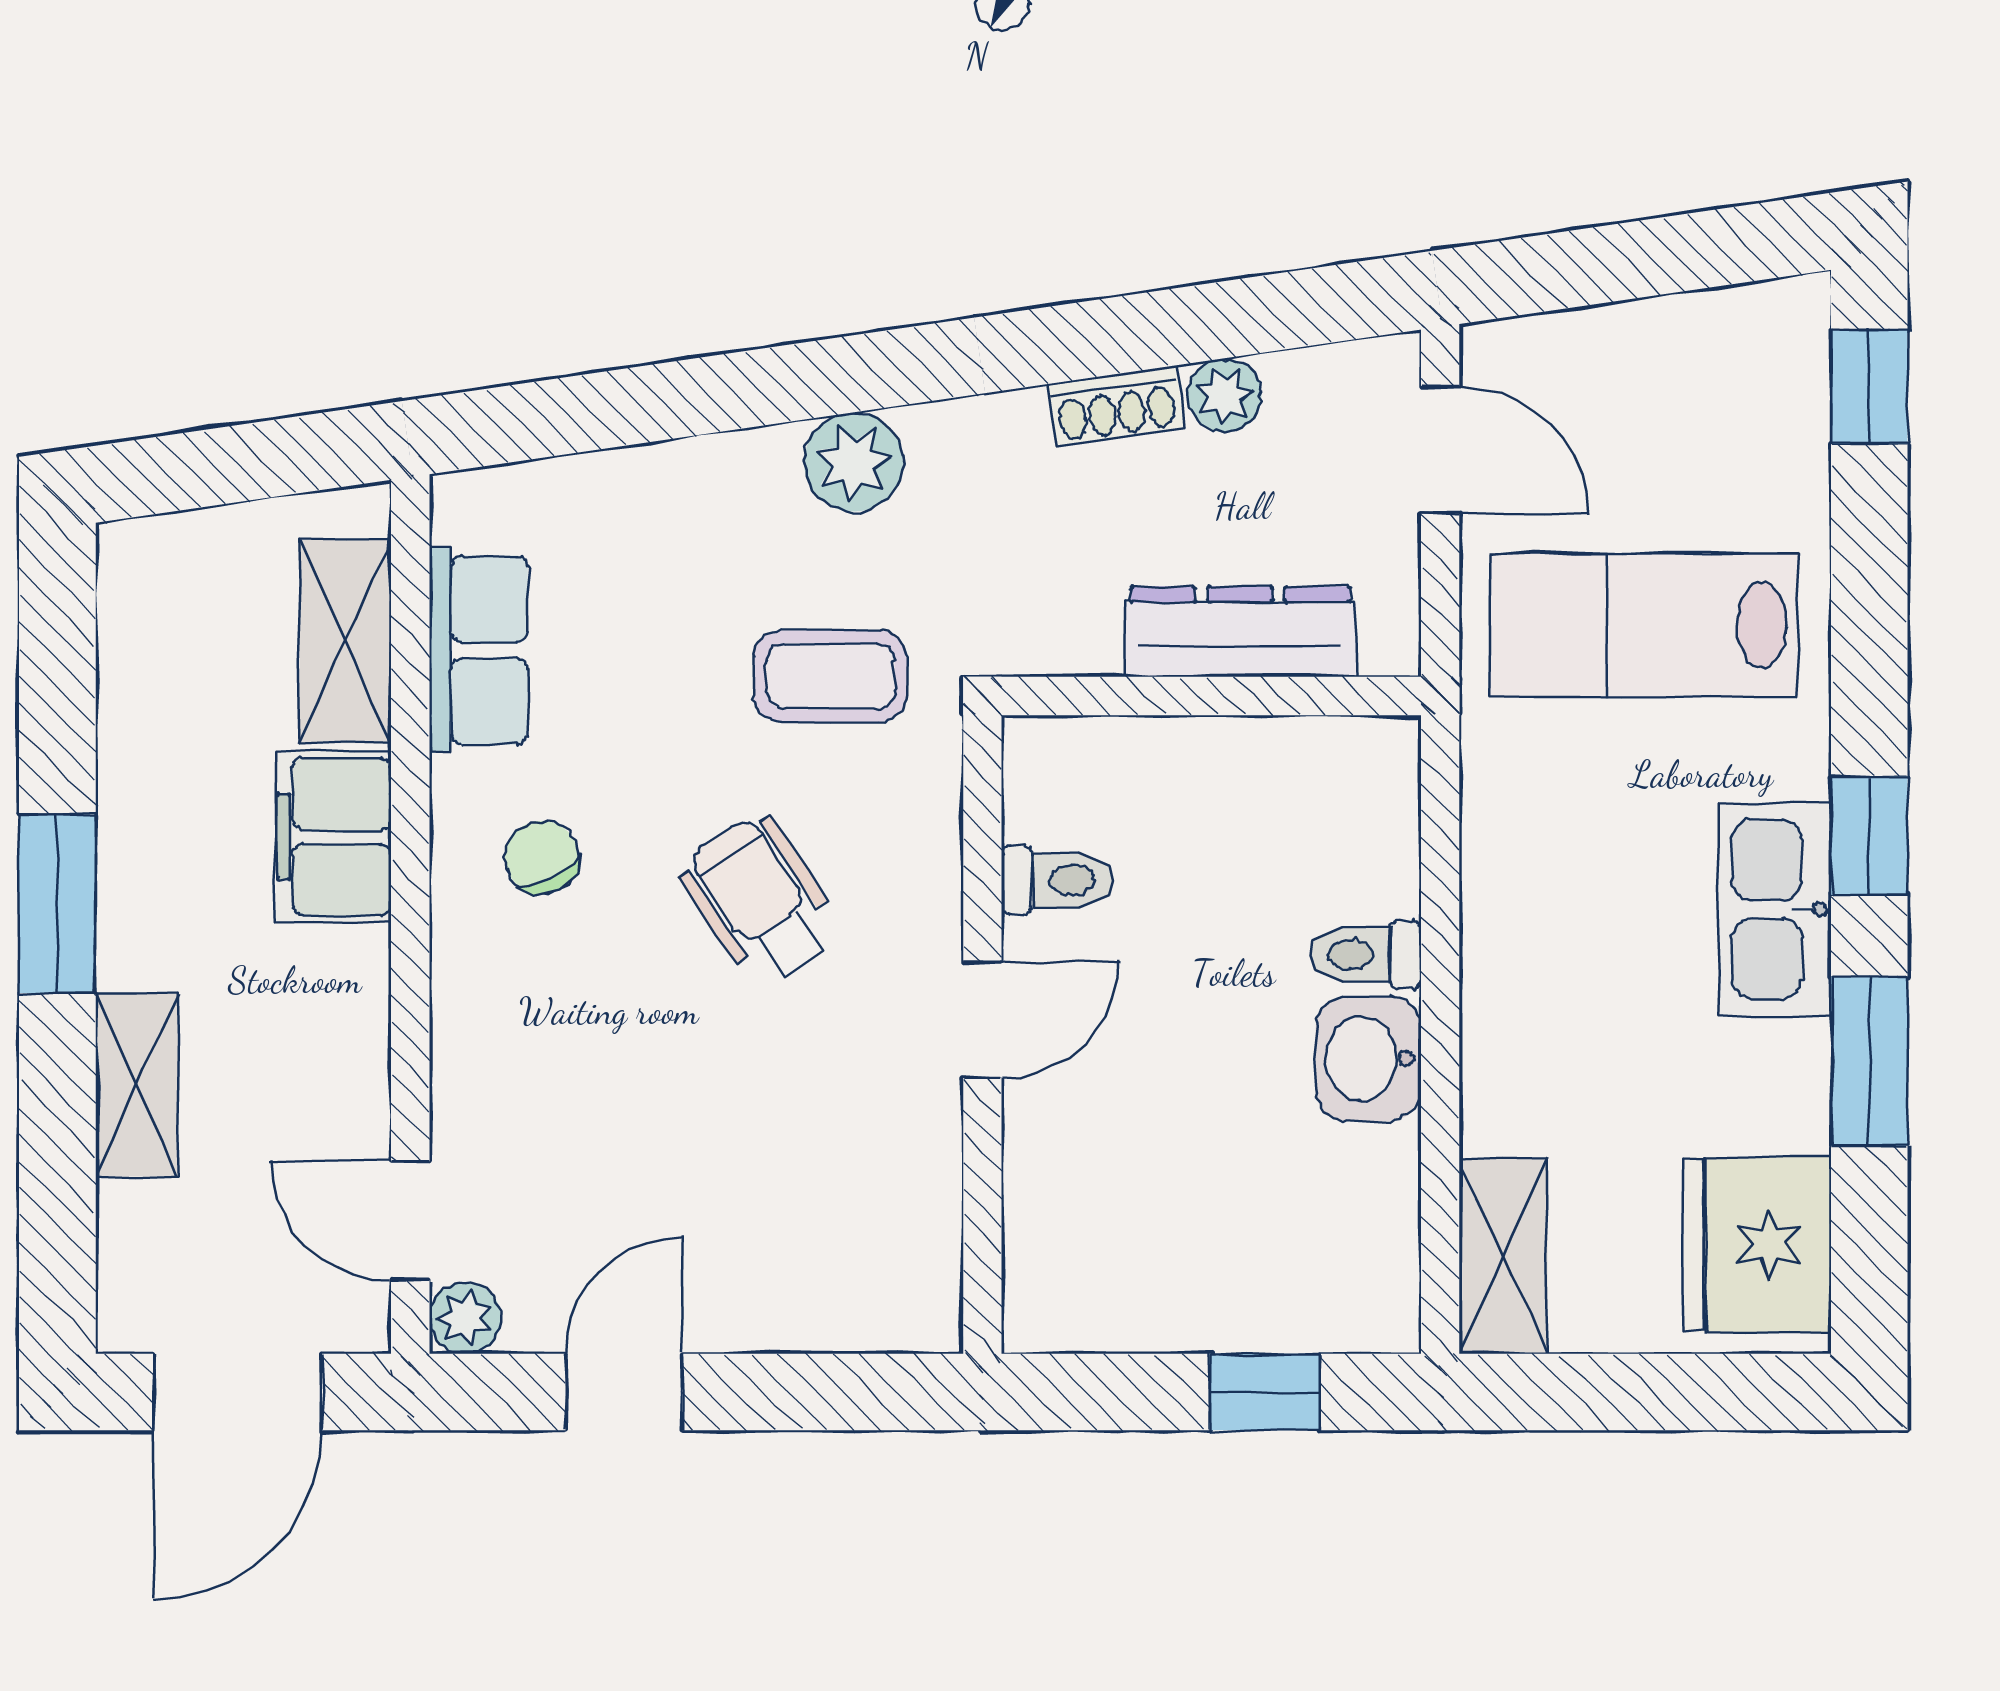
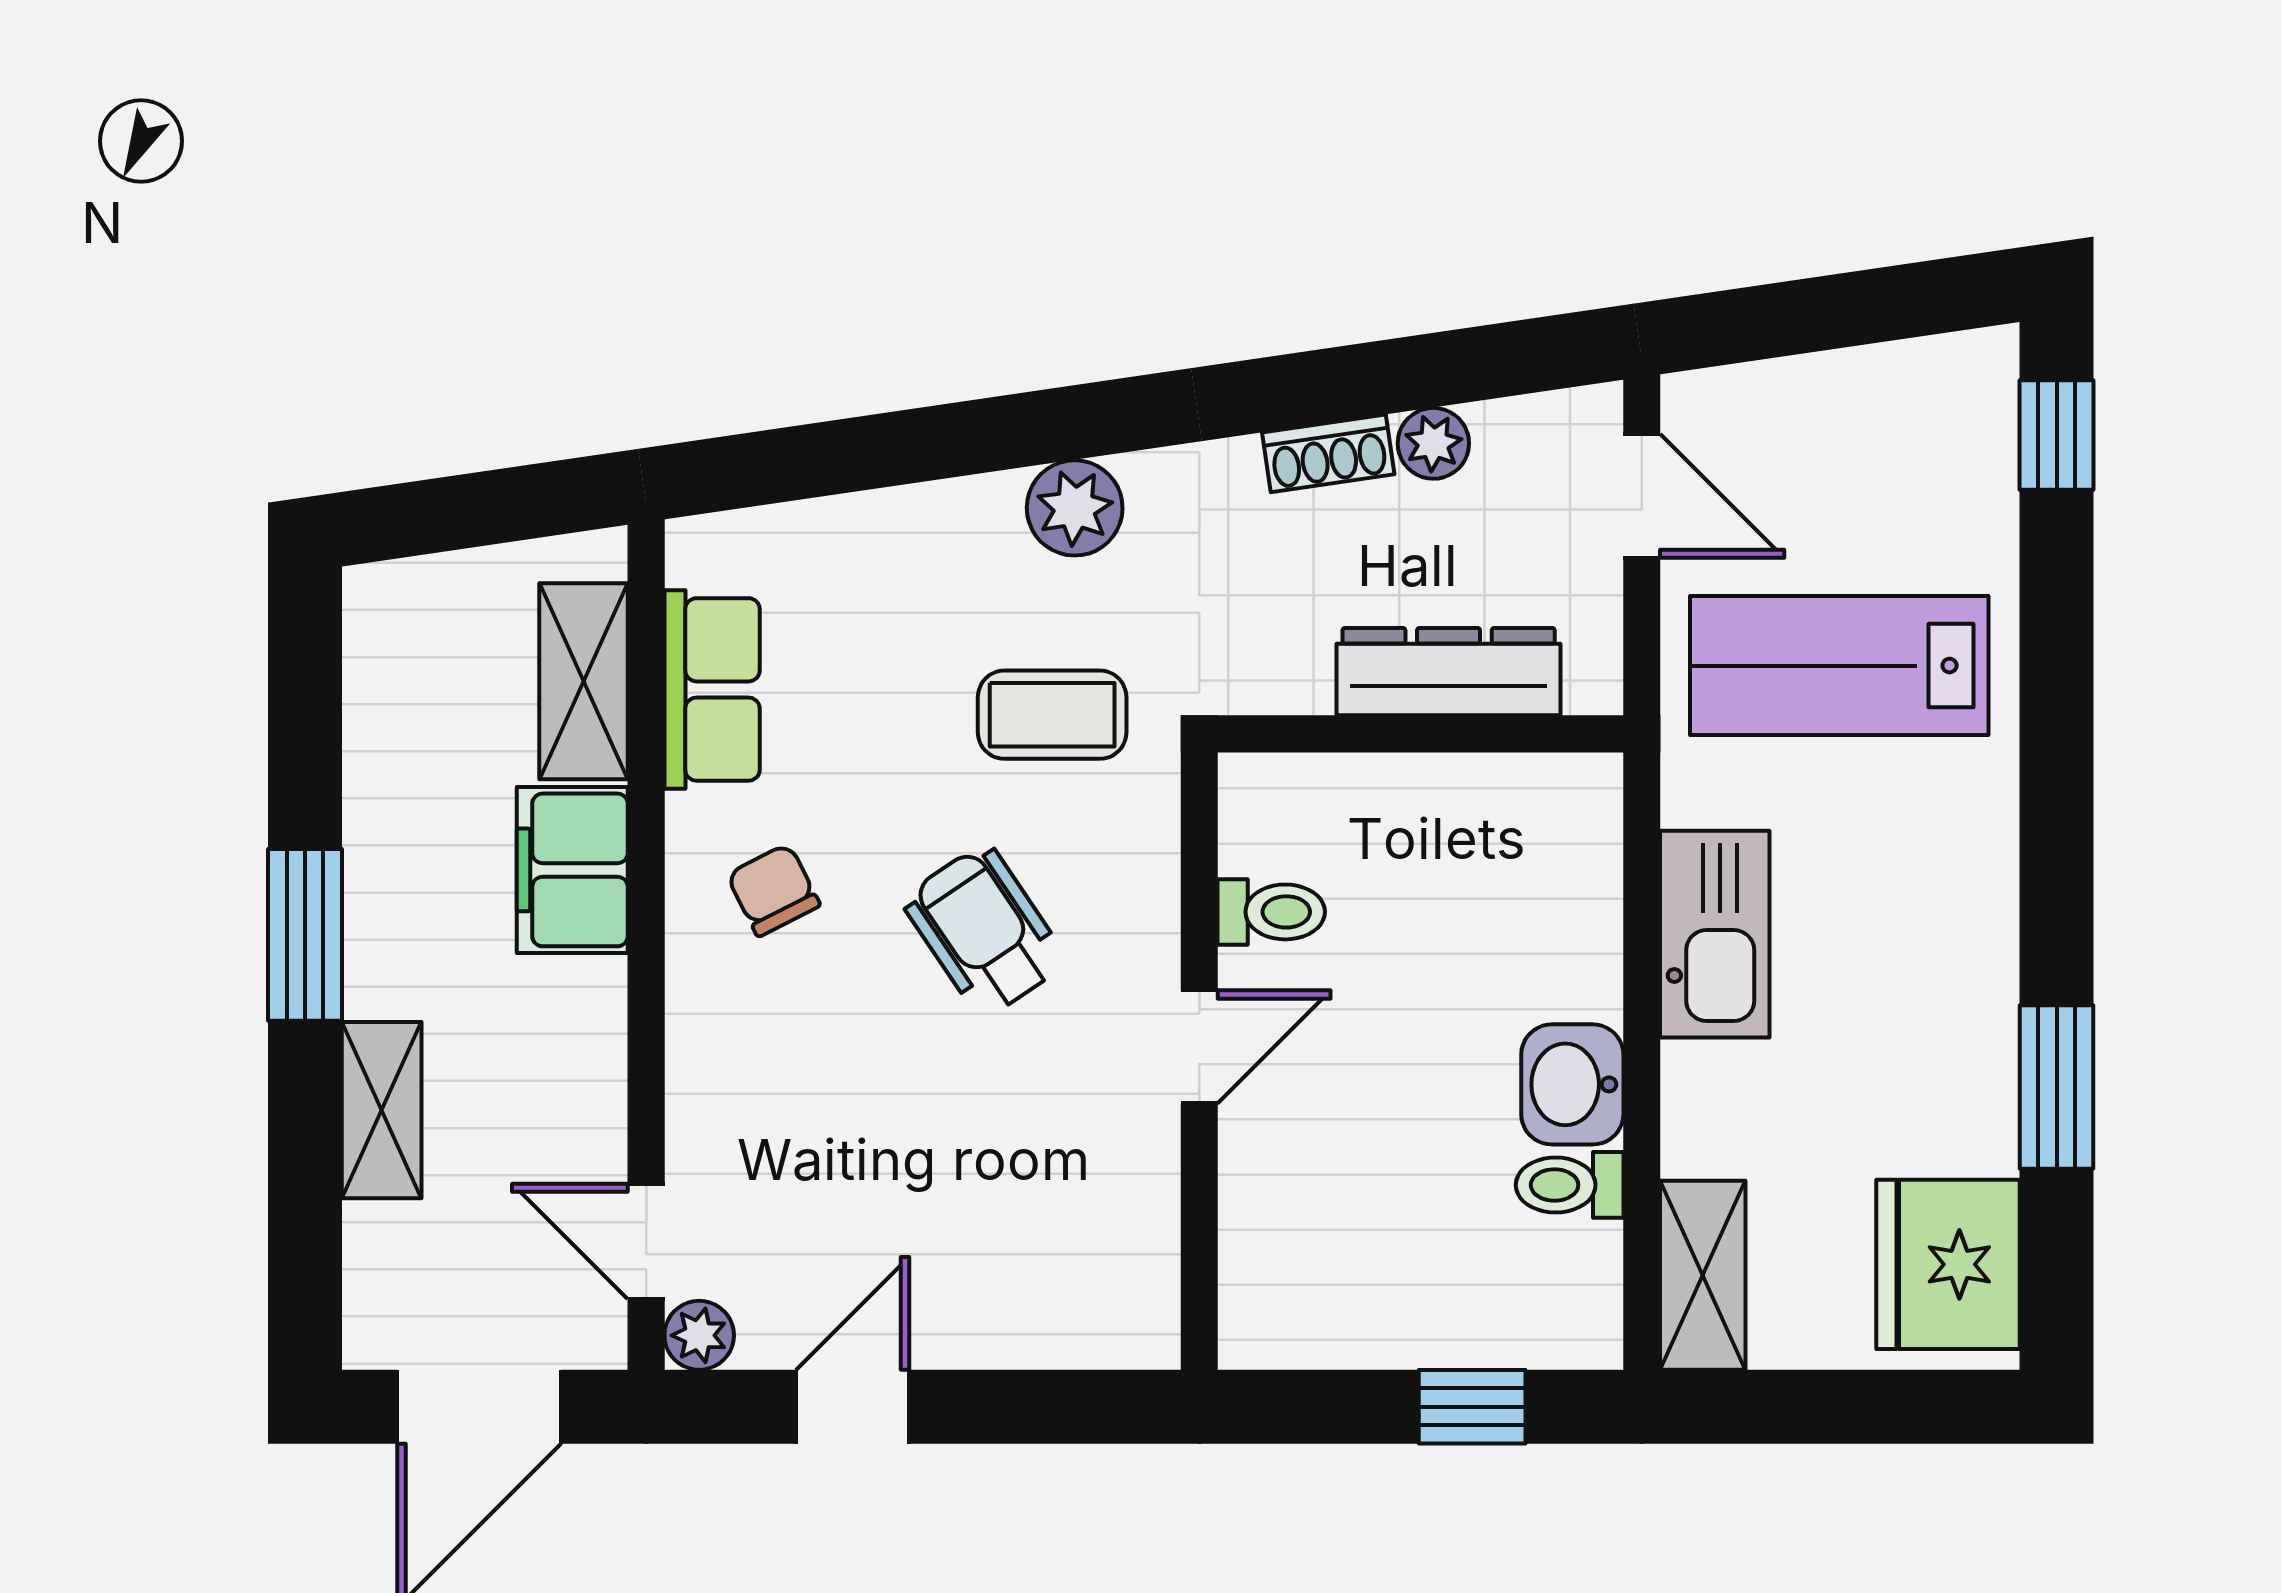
window: (1869, 836) -> (2057, 869), removed
kitchen sink: (1775, 909) -> (1715, 934), moved, turned 180
toilet: (1366, 955) -> (1570, 1185), moved

